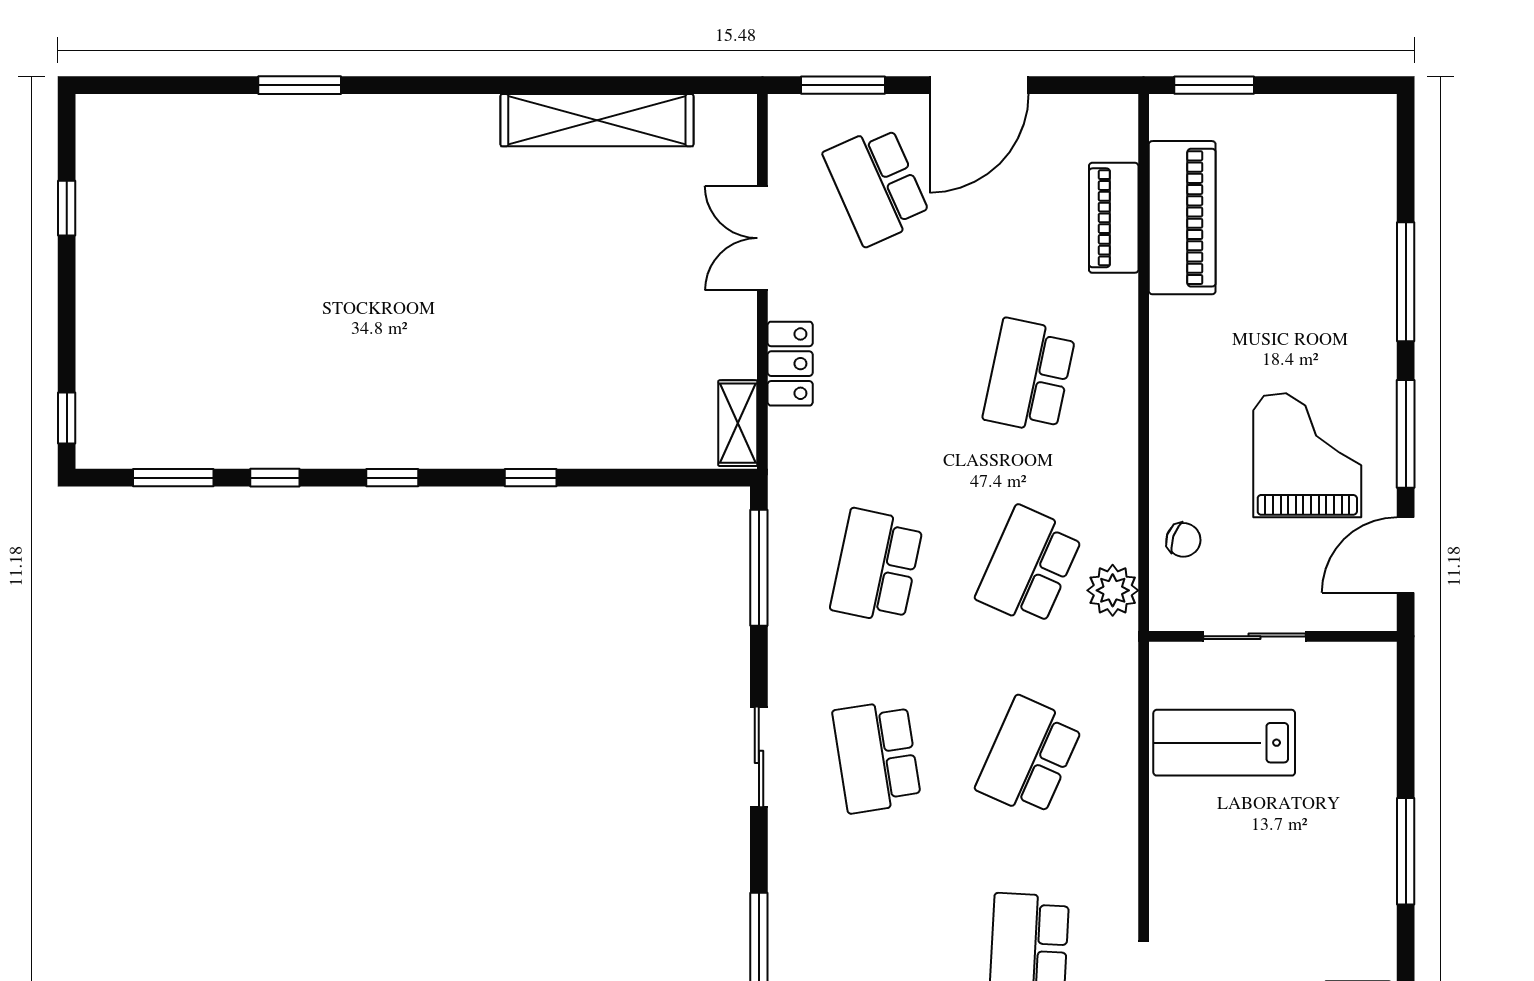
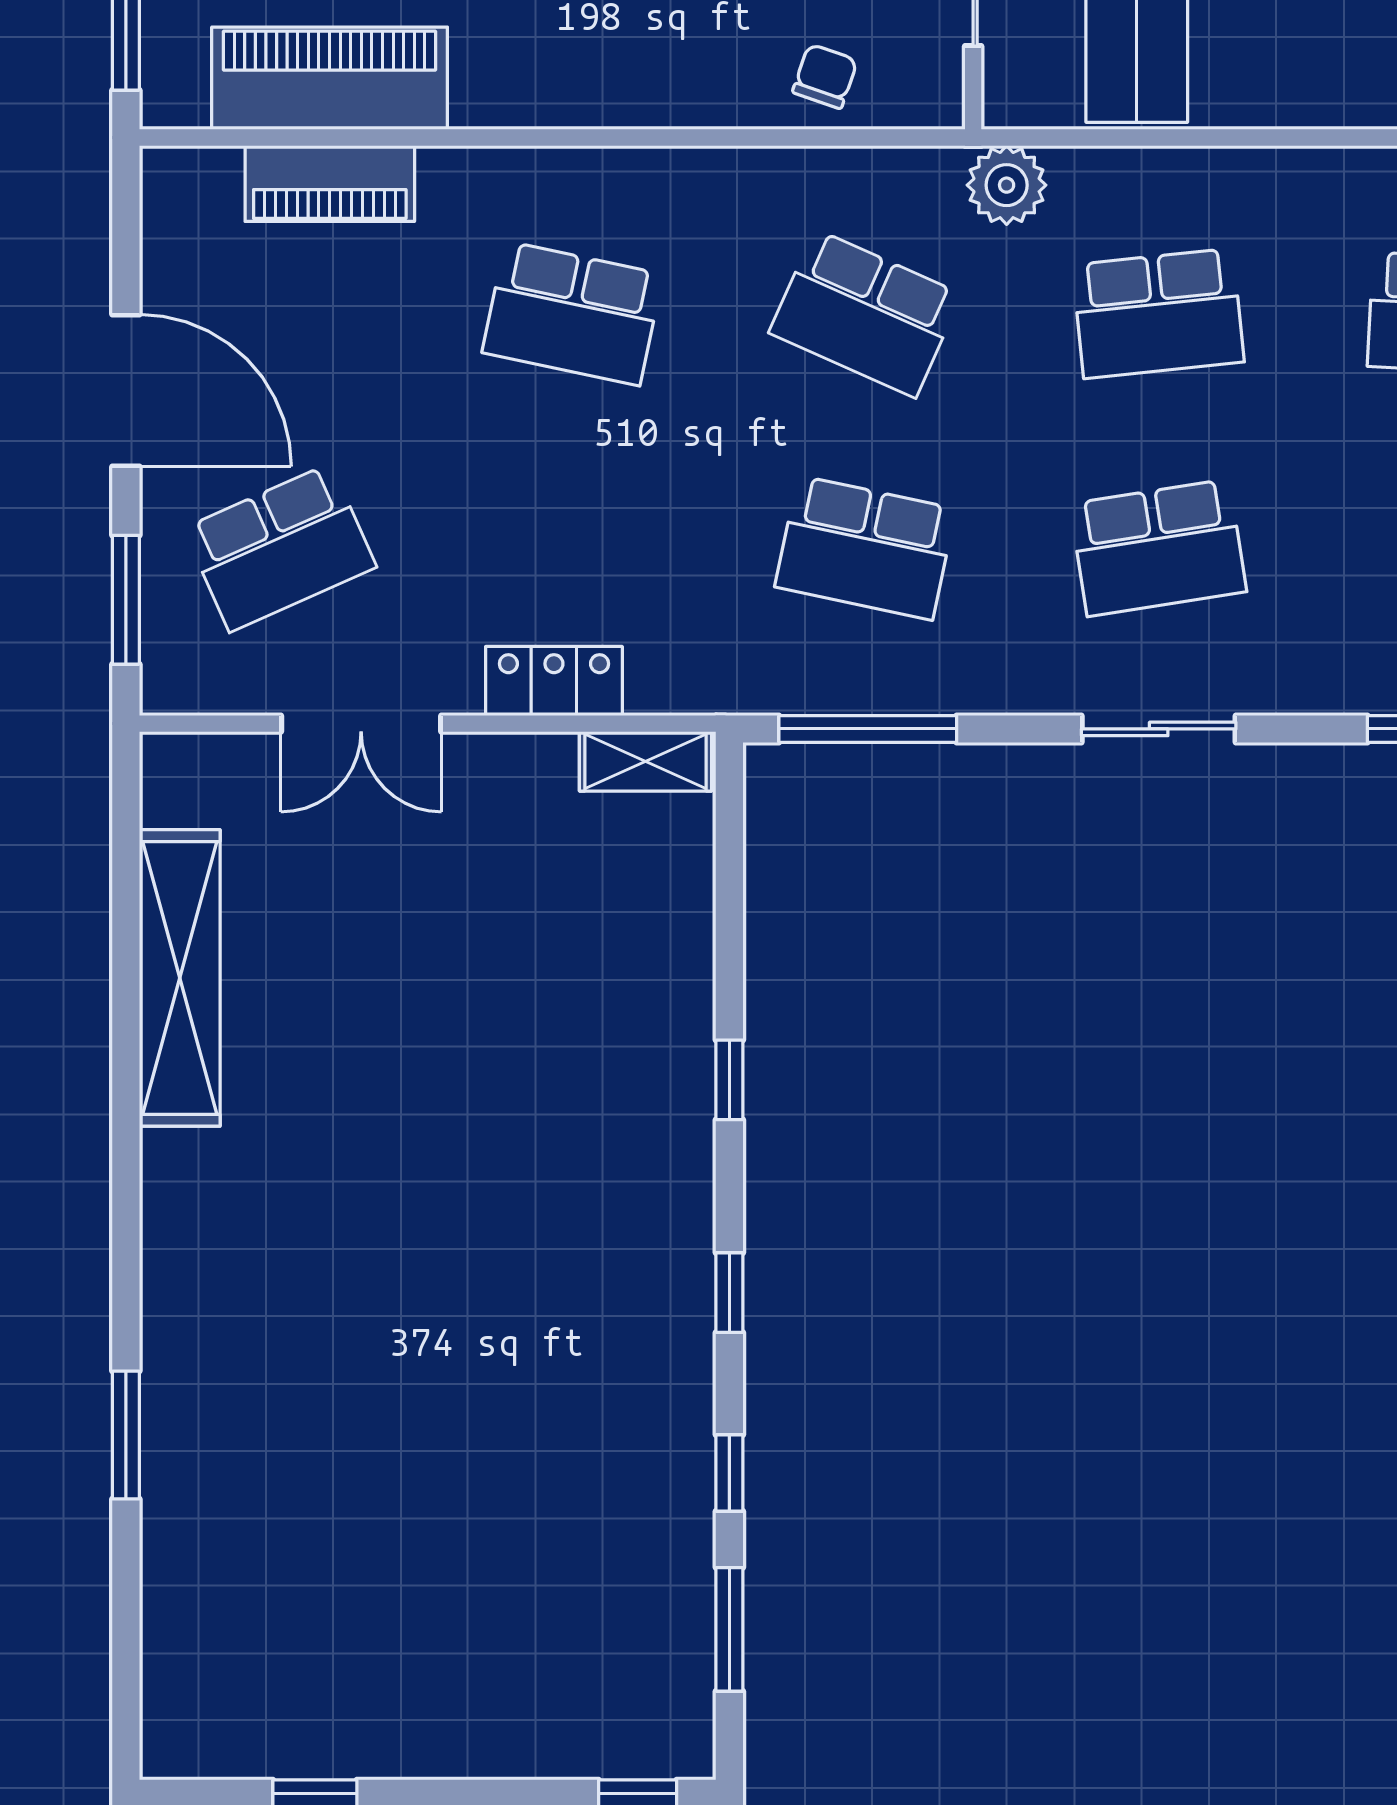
plant: (1113, 590) -> (1007, 185), moved
school desk: (1029, 757) -> (1158, 313), turned -30

